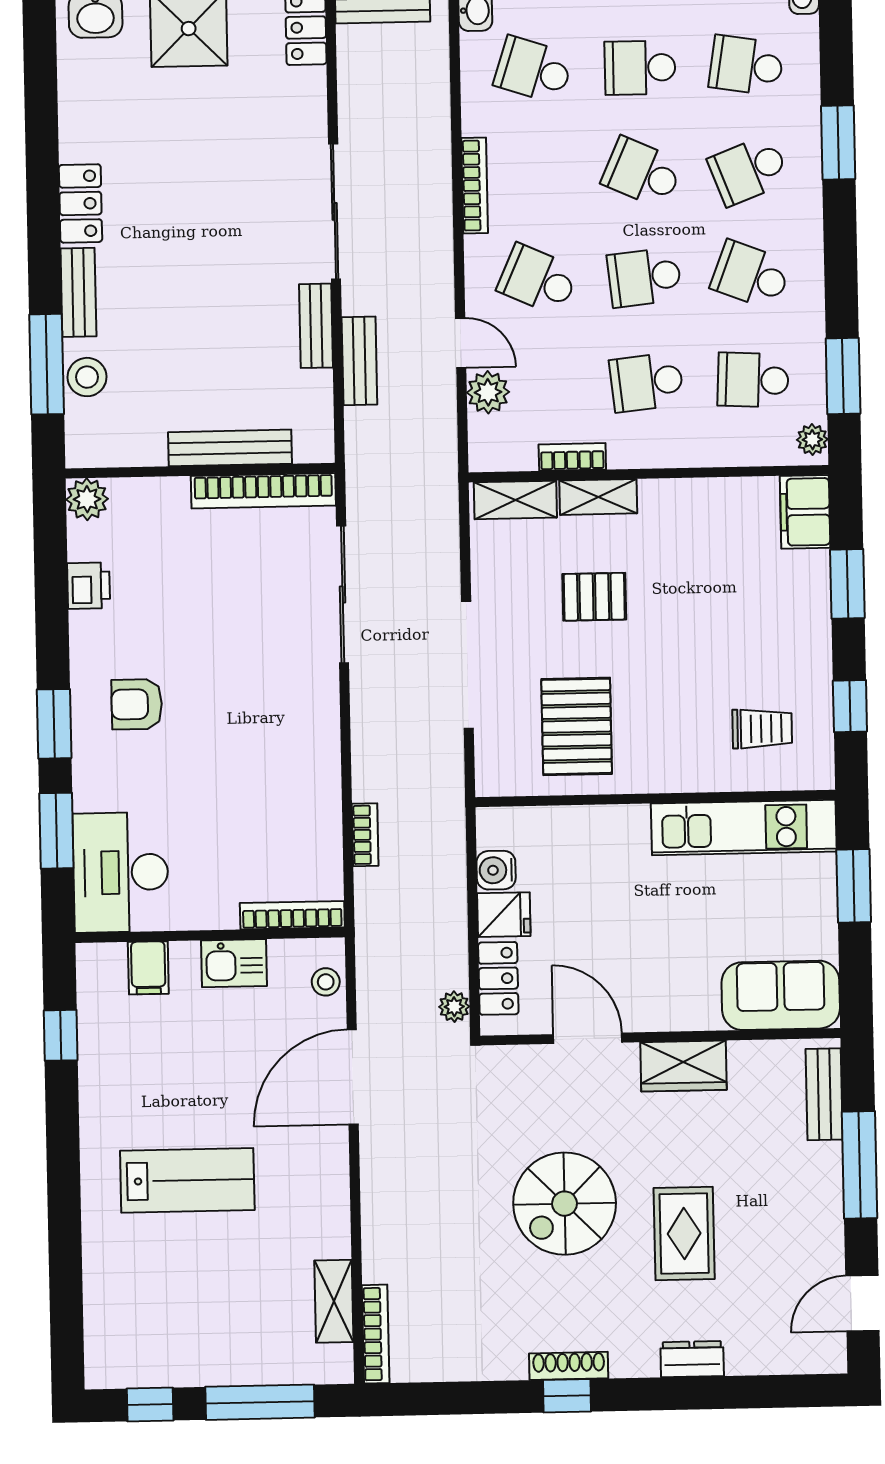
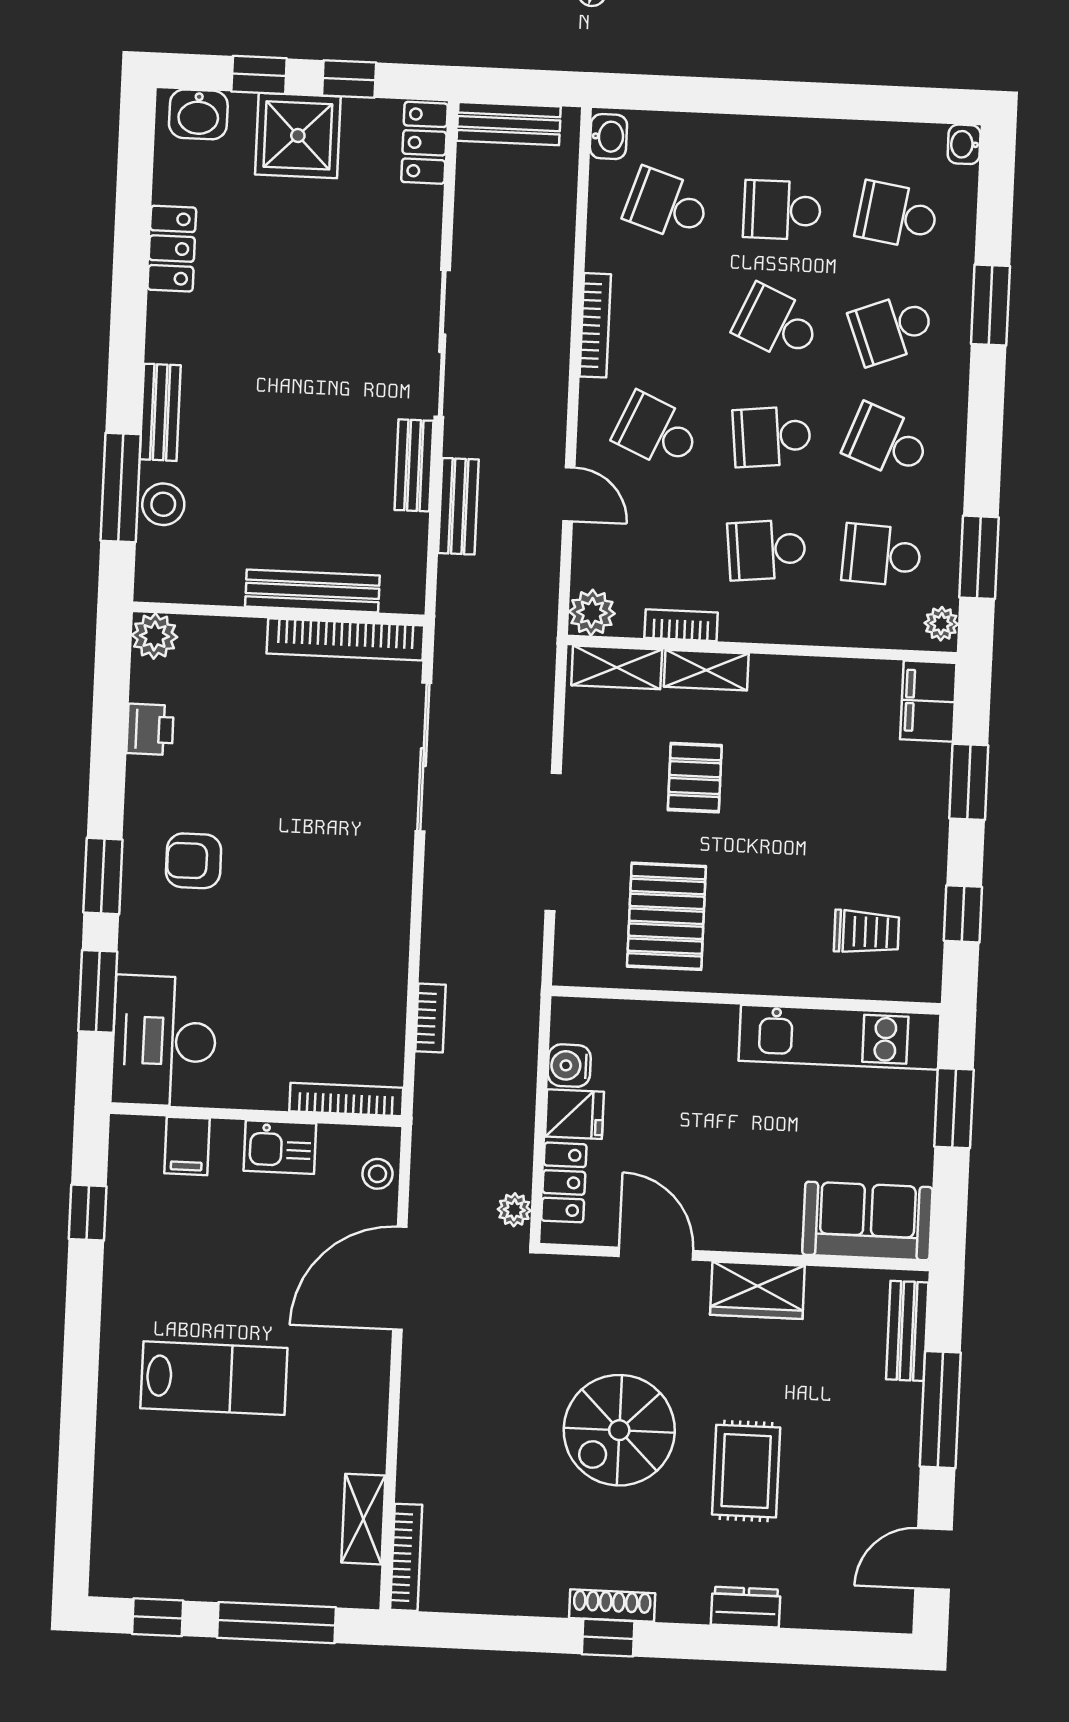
locker: (80, 203) -> (172, 249), moved
plant: (488, 392) -> (592, 613), moved
pallet: (594, 597) -> (695, 778), turned 90

